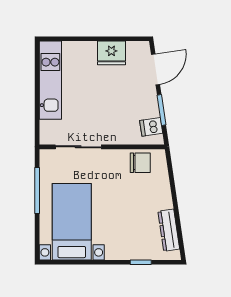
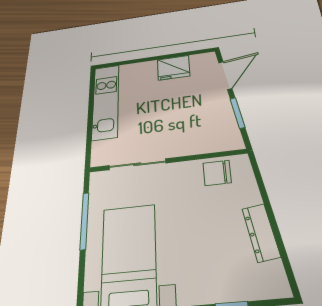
dishwasher: (151, 127) -> (227, 132), removed
chair: (140, 163) -> (217, 173), turned 180
dresser: (169, 230) -> (261, 232), moved

